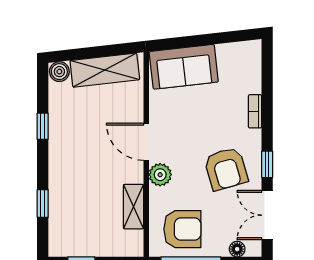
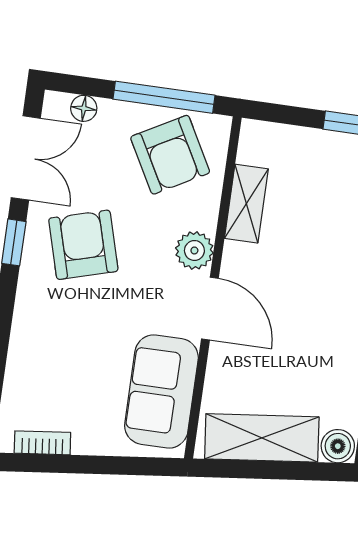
sofa: (184, 67) -> (161, 391), moved, turned -84
bookcase: (255, 111) -> (42, 443), moved, turned -96
armchair: (182, 229) -> (170, 155), turned -119

